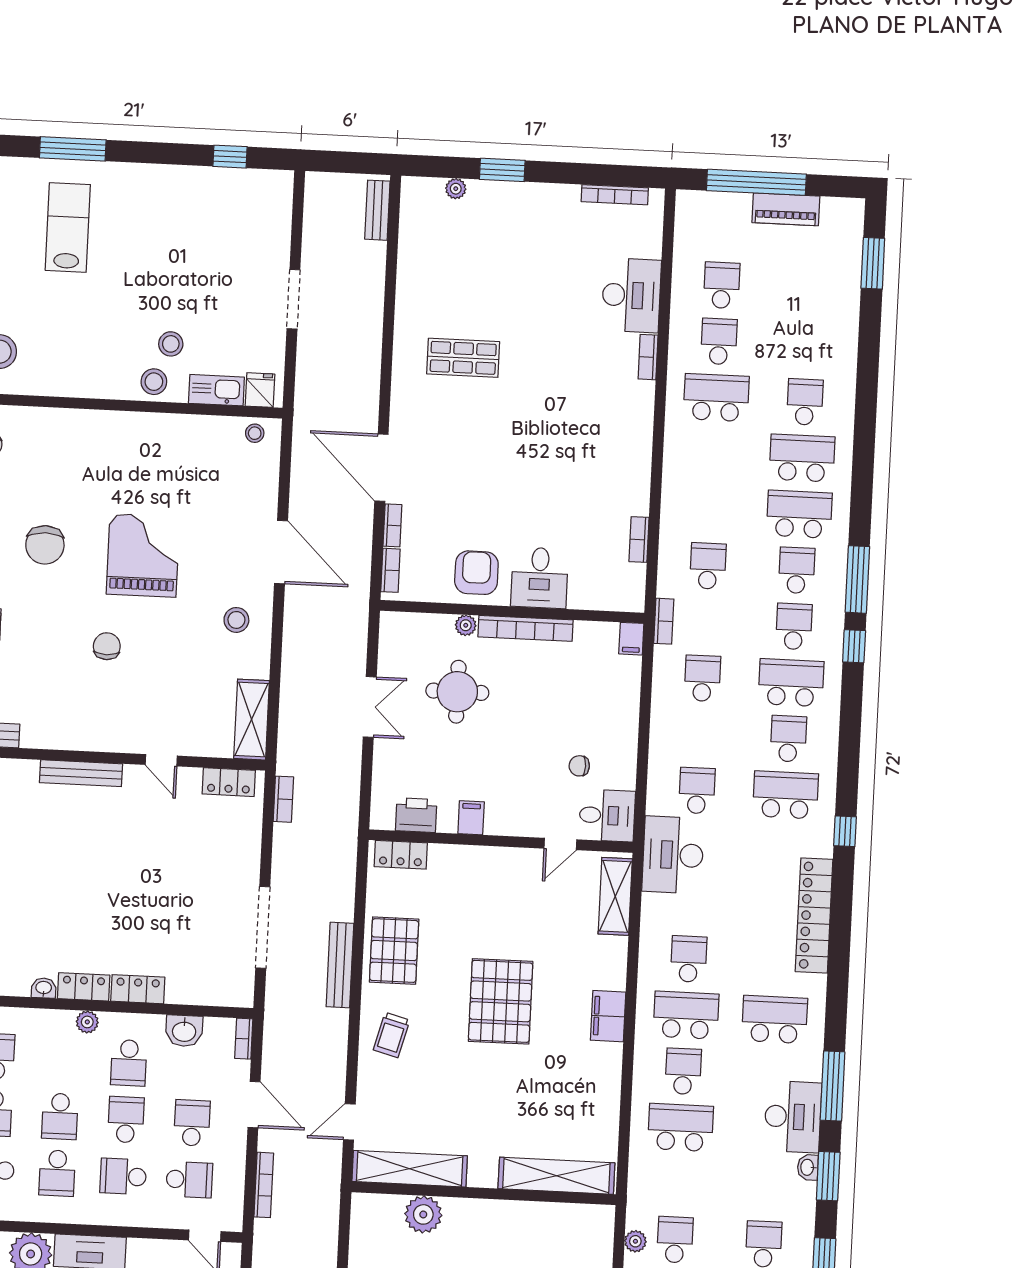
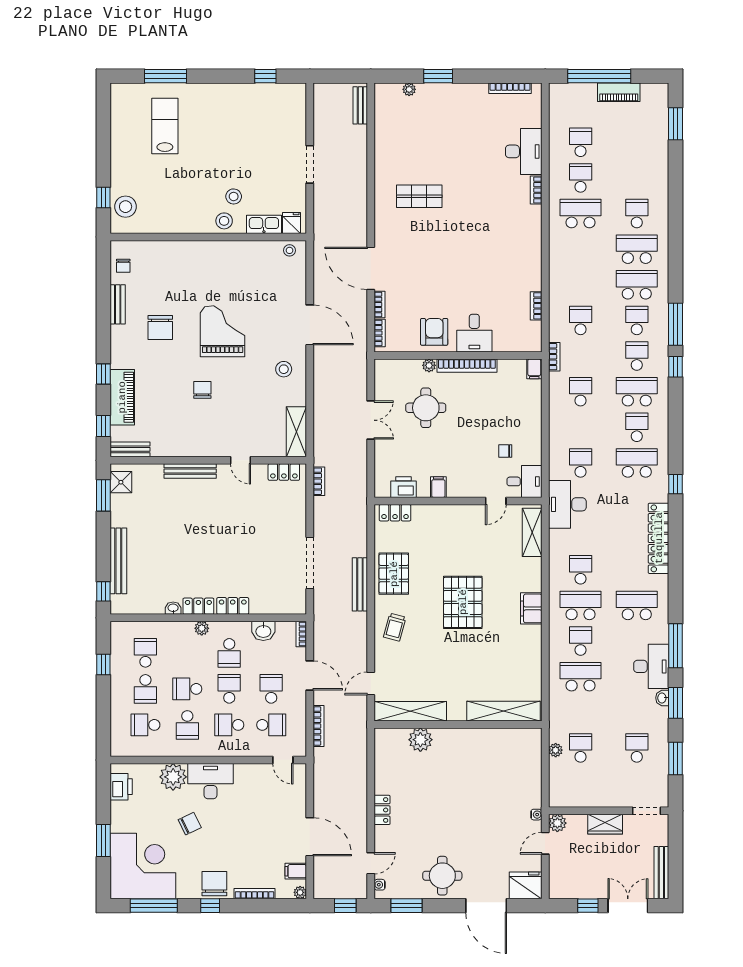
school desk: (60, 1116) -> (187, 689), turned 90

